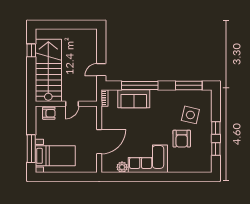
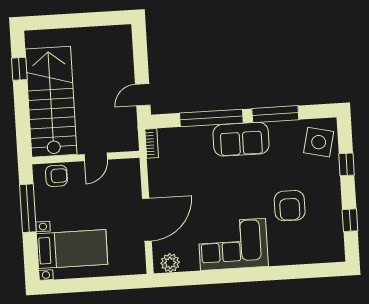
window: (189, 85) -> (275, 114), moved
sofa: (134, 99) -> (241, 139), moved
side table: (190, 115) -> (319, 142), moved
window: (216, 128) -> (347, 164), moved
window: (31, 149) -> (28, 208), moved
plant: (122, 167) -> (170, 263), moved

